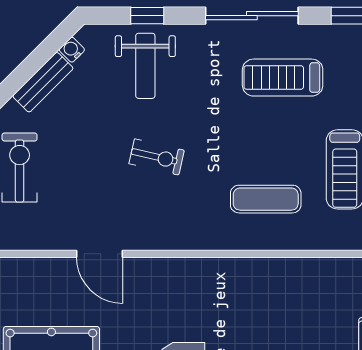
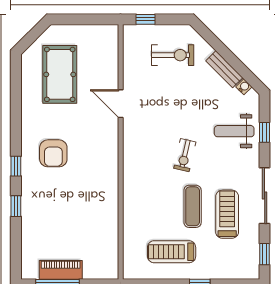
exercise bike: (157, 157) -> (185, 155), moved
exercise mat: (266, 199) -> (193, 206), moved
door: (100, 254) -> (121, 104), hinge flipped

